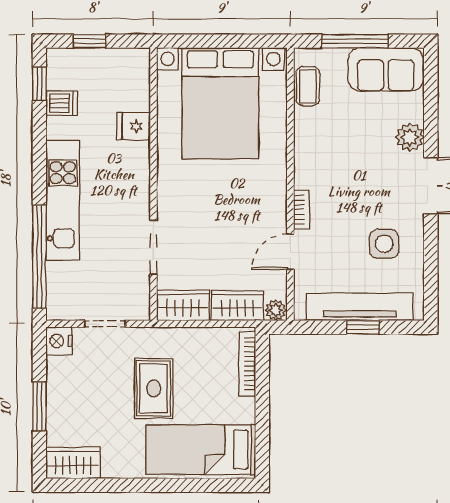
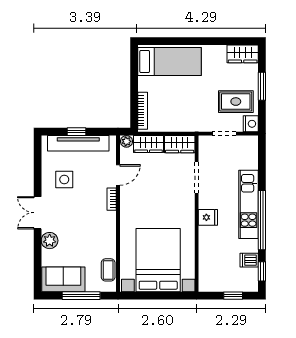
fridge: (134, 126) -> (208, 217), moved
window: (39, 257) -> (262, 220), moved
rug: (154, 388) -> (236, 102), moved, turned 90

